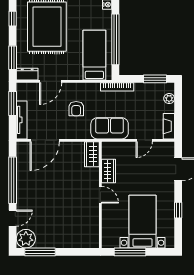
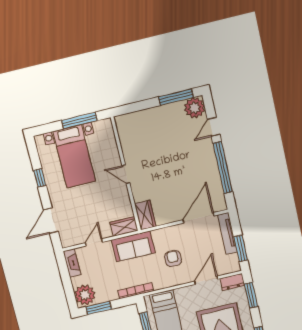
plant: (169, 99) -> (85, 295), width x1.88, depth x1.88
wardrobe: (109, 171) -> (124, 226), moved, turned 90

